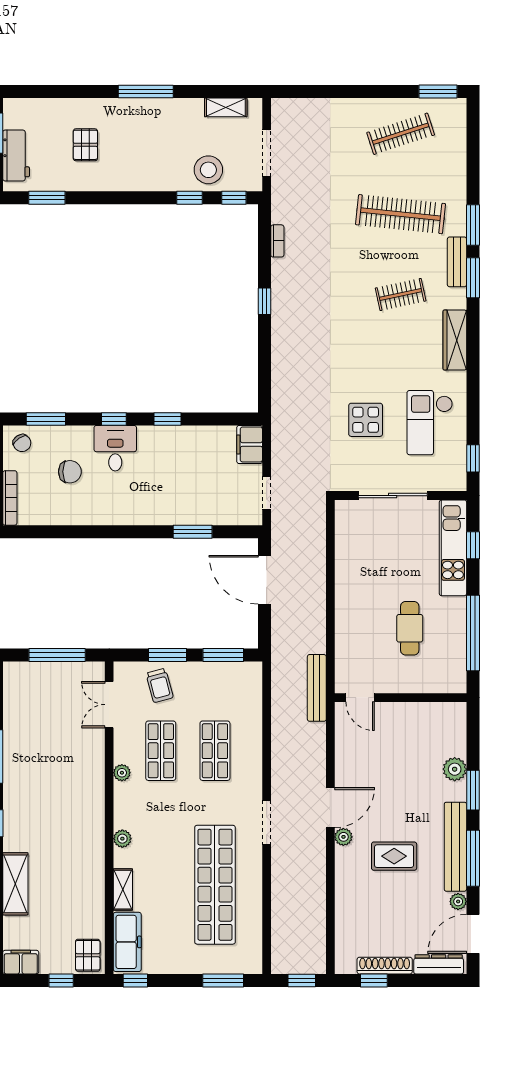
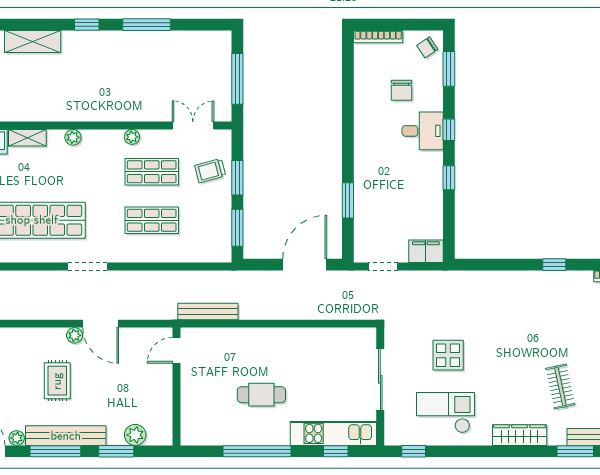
door: (360, 698) -> (176, 350), moved
wall: (401, 698) -> (176, 386), moved

